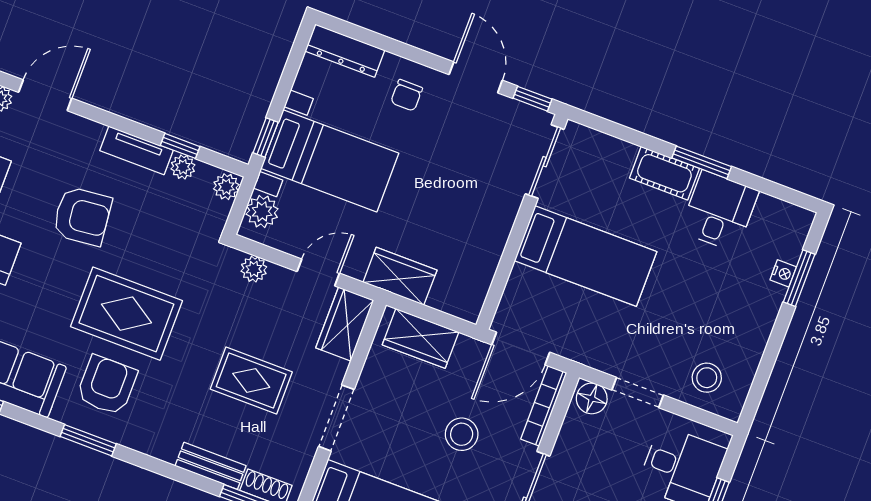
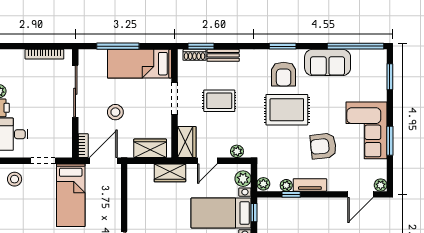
bed: (586, 256) -> (71, 195), moved, turned -90
floor lamp: (592, 398) -> (63, 150), removed
bookcase: (544, 406) -> (83, 146), width x0.64

